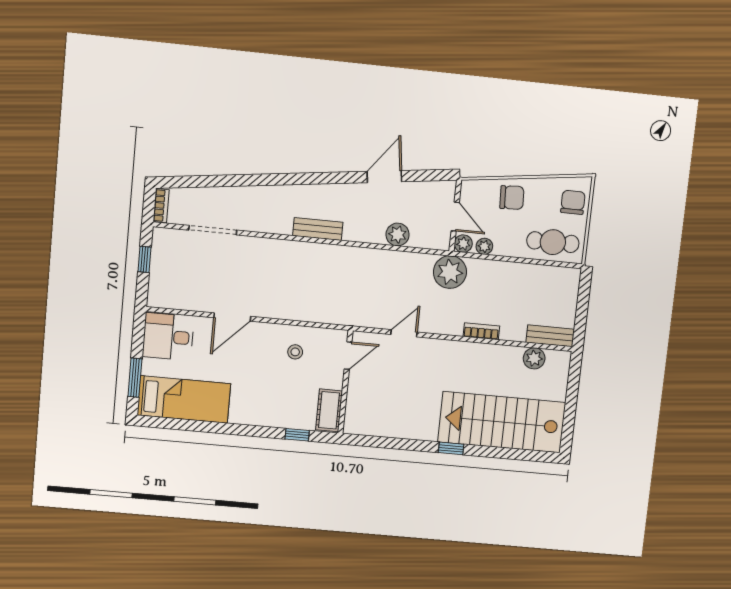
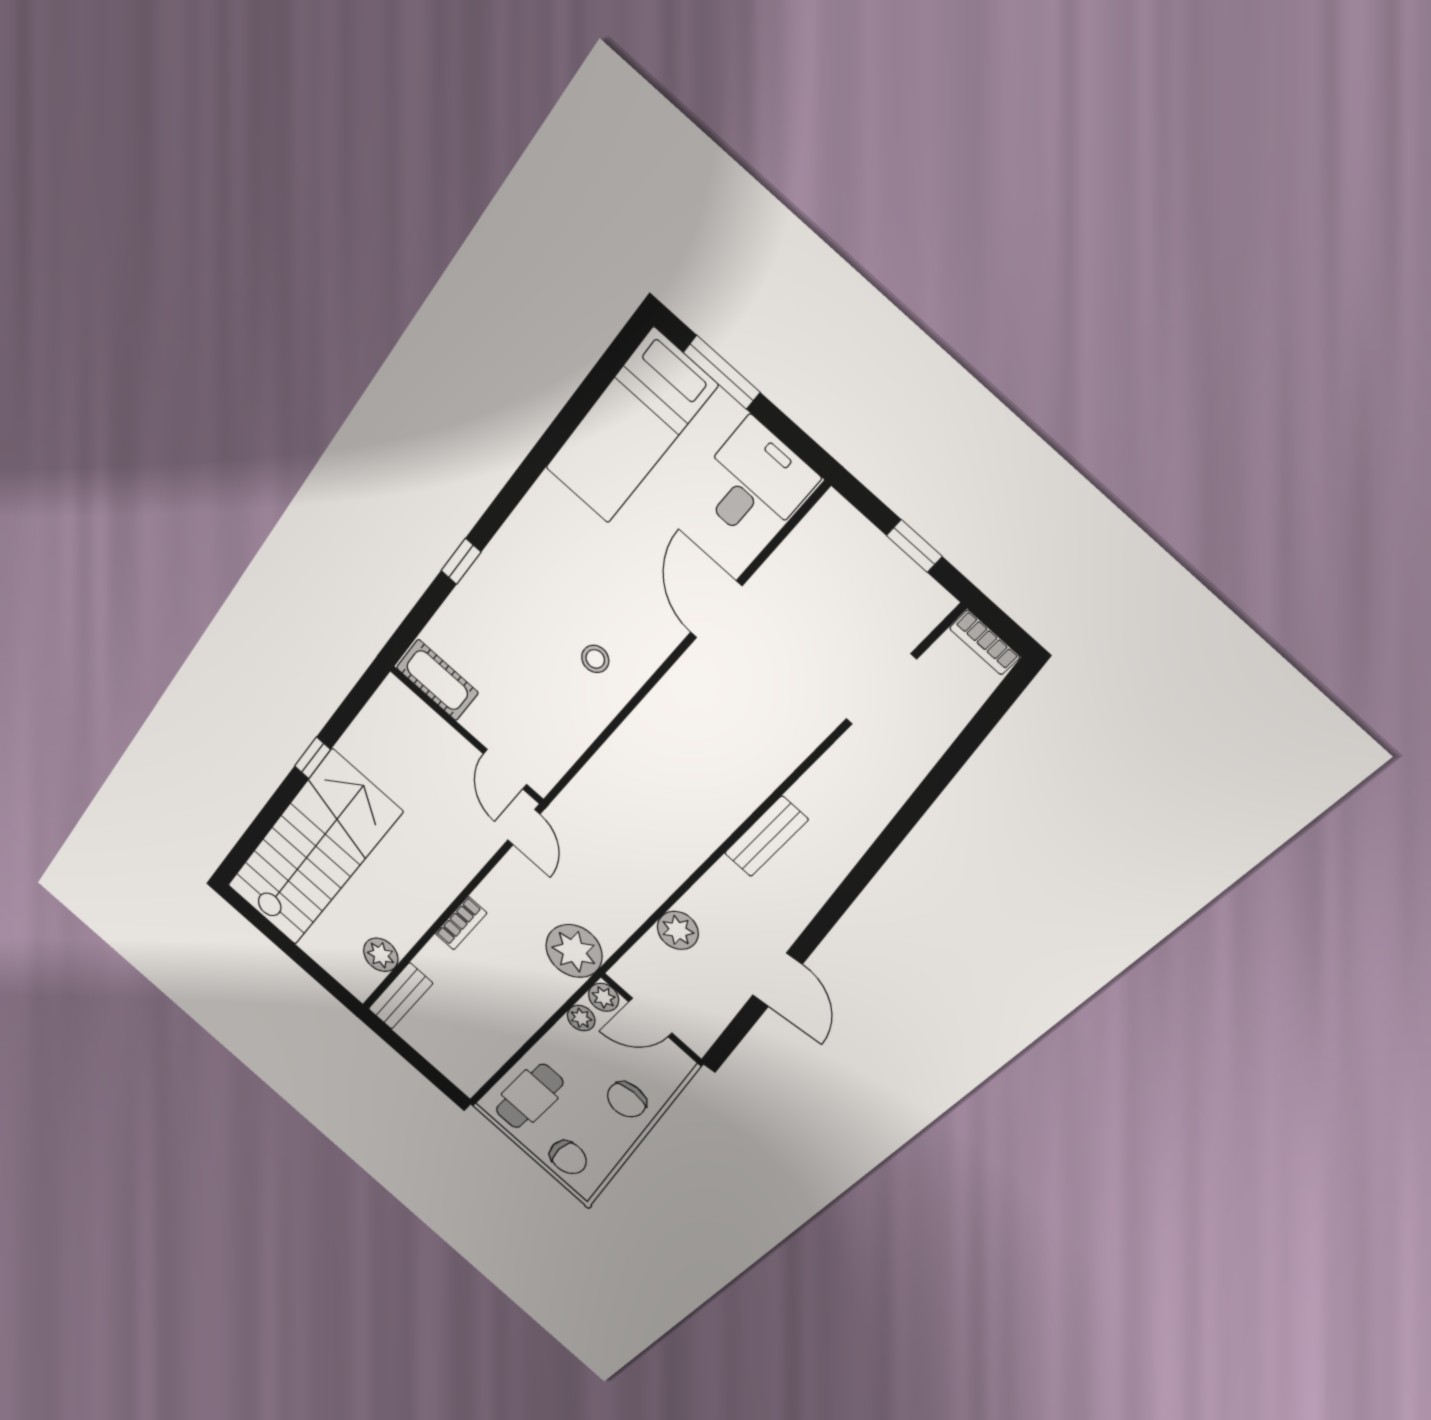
door: (348, 356) -> (505, 769), moved
wall: (345, 382) -> (467, 735), moved
cot: (329, 410) -> (437, 680), moved

